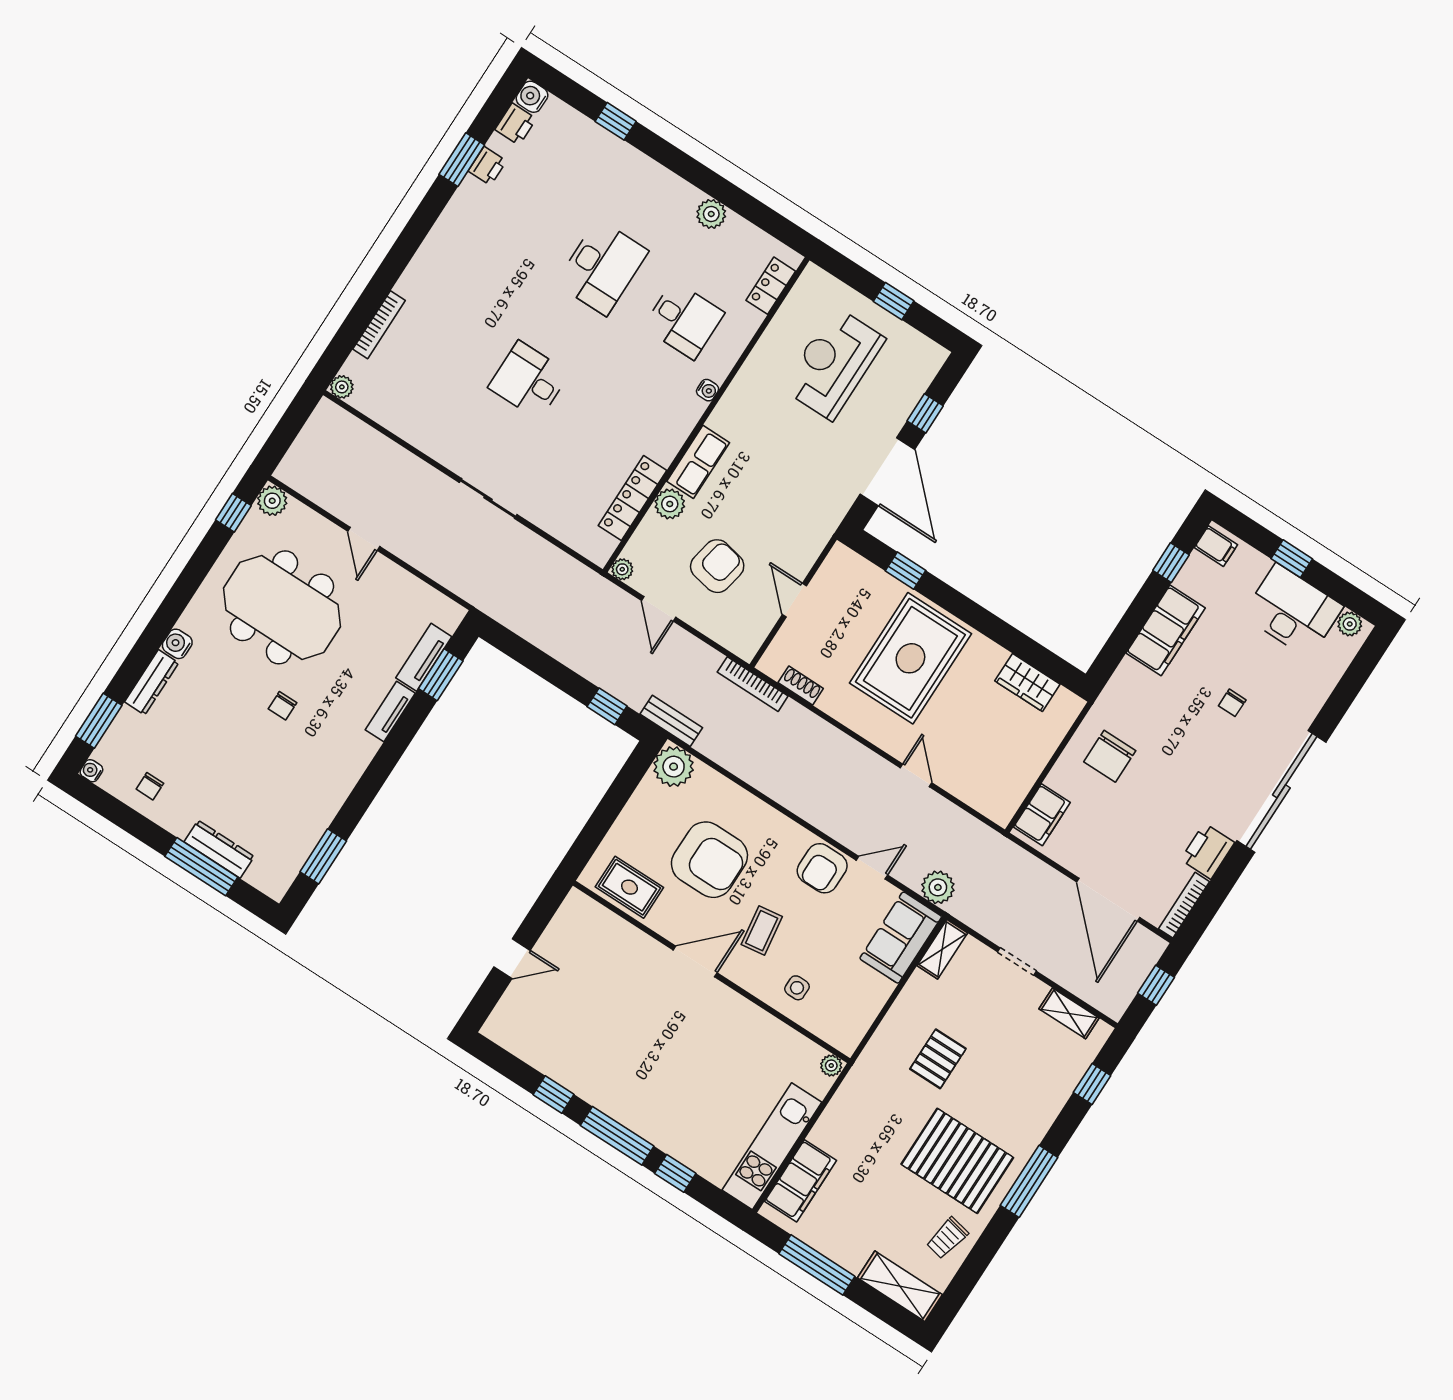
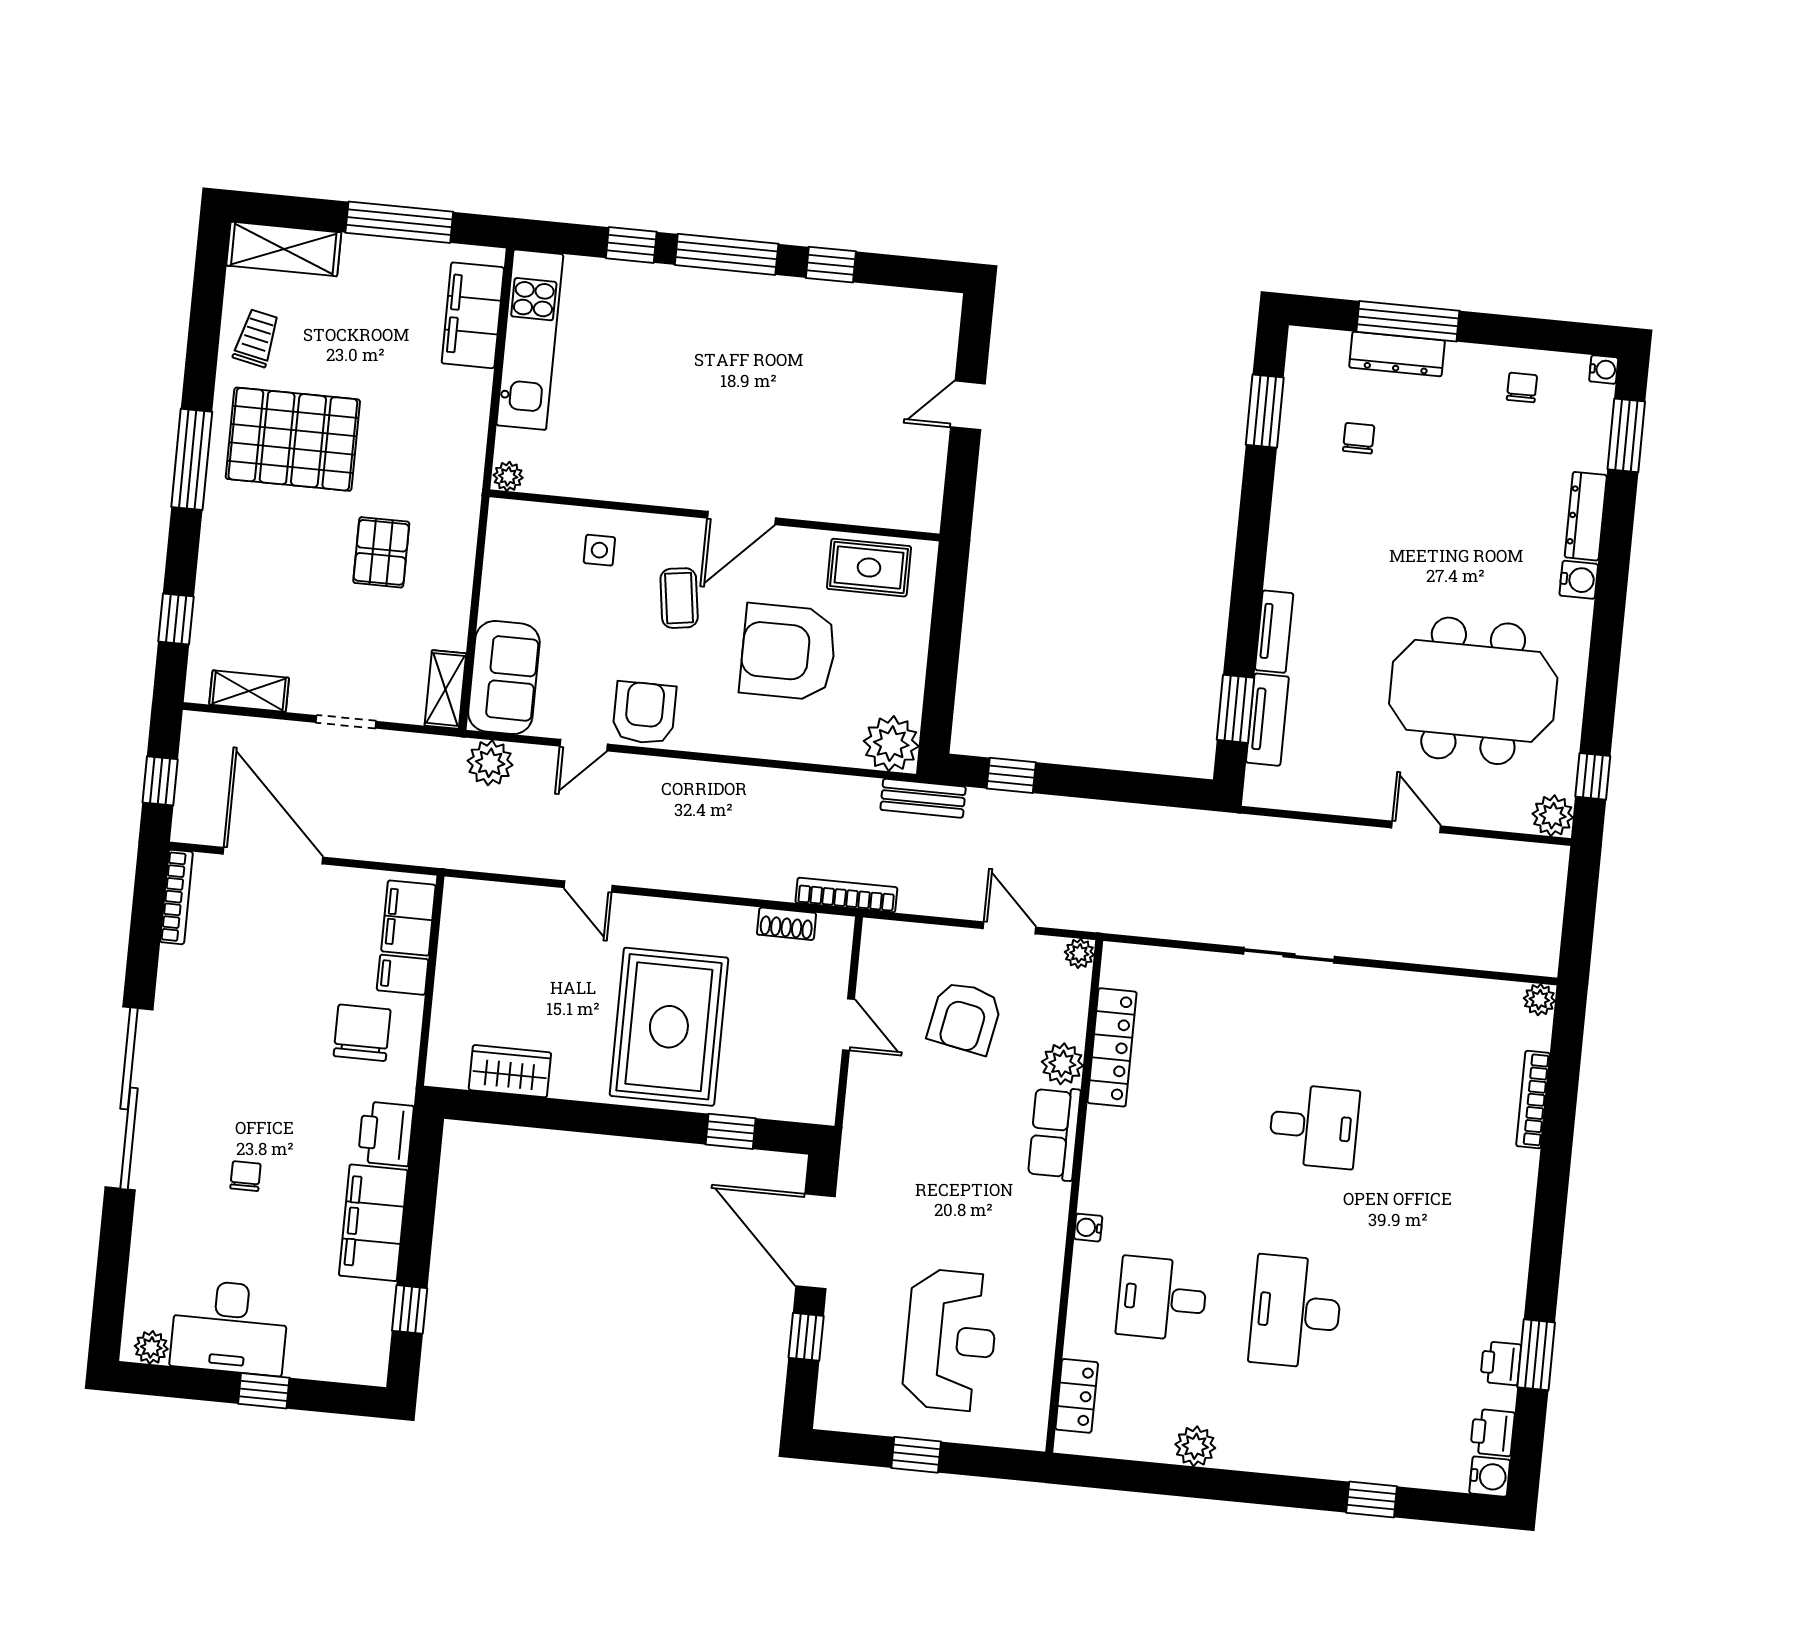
filing cabinet: (1216, 546) -> (403, 975), moved
chair: (283, 706) -> (1359, 438), moved
printer: (1207, 851) -> (386, 1134), moved, turned 180

